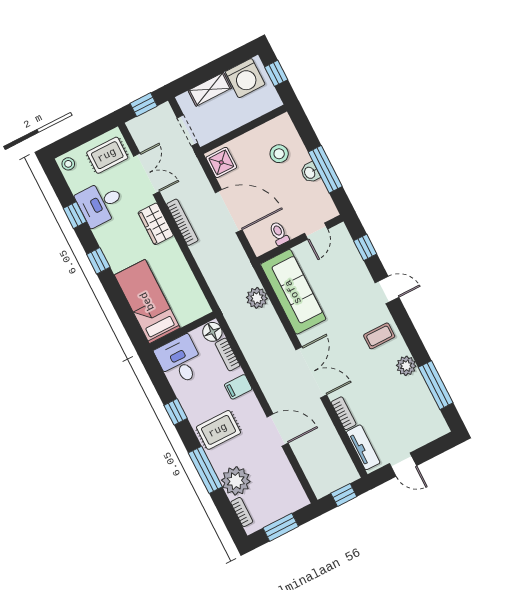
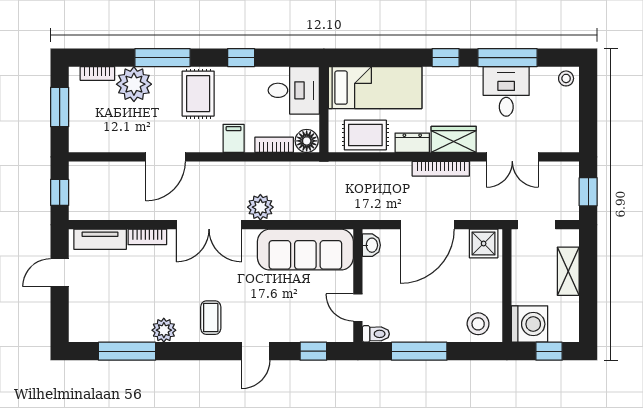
washing machine: (245, 78) -> (530, 324), moved, turned 180
stool: (279, 154) -> (478, 324), moved
rug: (107, 155) -> (365, 135), moved, turned 90
washbasin: (310, 173) -> (371, 245), moved, turned 90
window: (75, 215) -> (508, 58), width x2.17
toilet: (279, 233) -> (376, 334), moved
dresser: (174, 253) -> (412, 143), added
plant: (257, 298) -> (260, 207), moved

